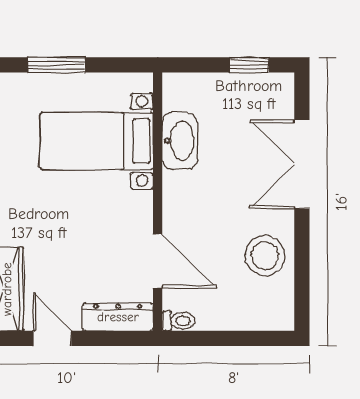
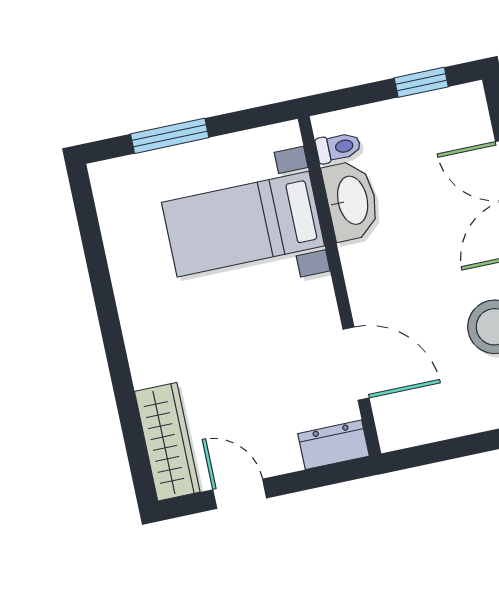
dresser: (118, 317) -> (333, 445), width x0.70
toilet: (178, 321) -> (338, 147), moved

